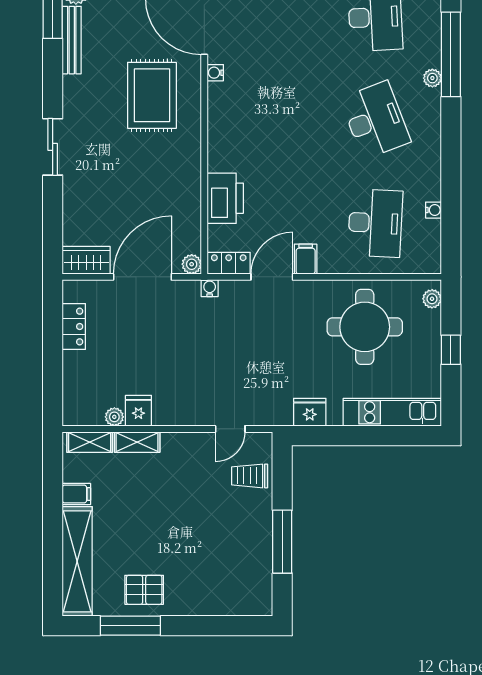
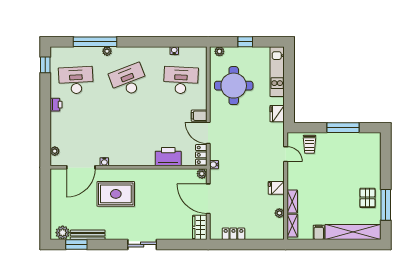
fridge: (138, 411) -> (276, 188), moved

